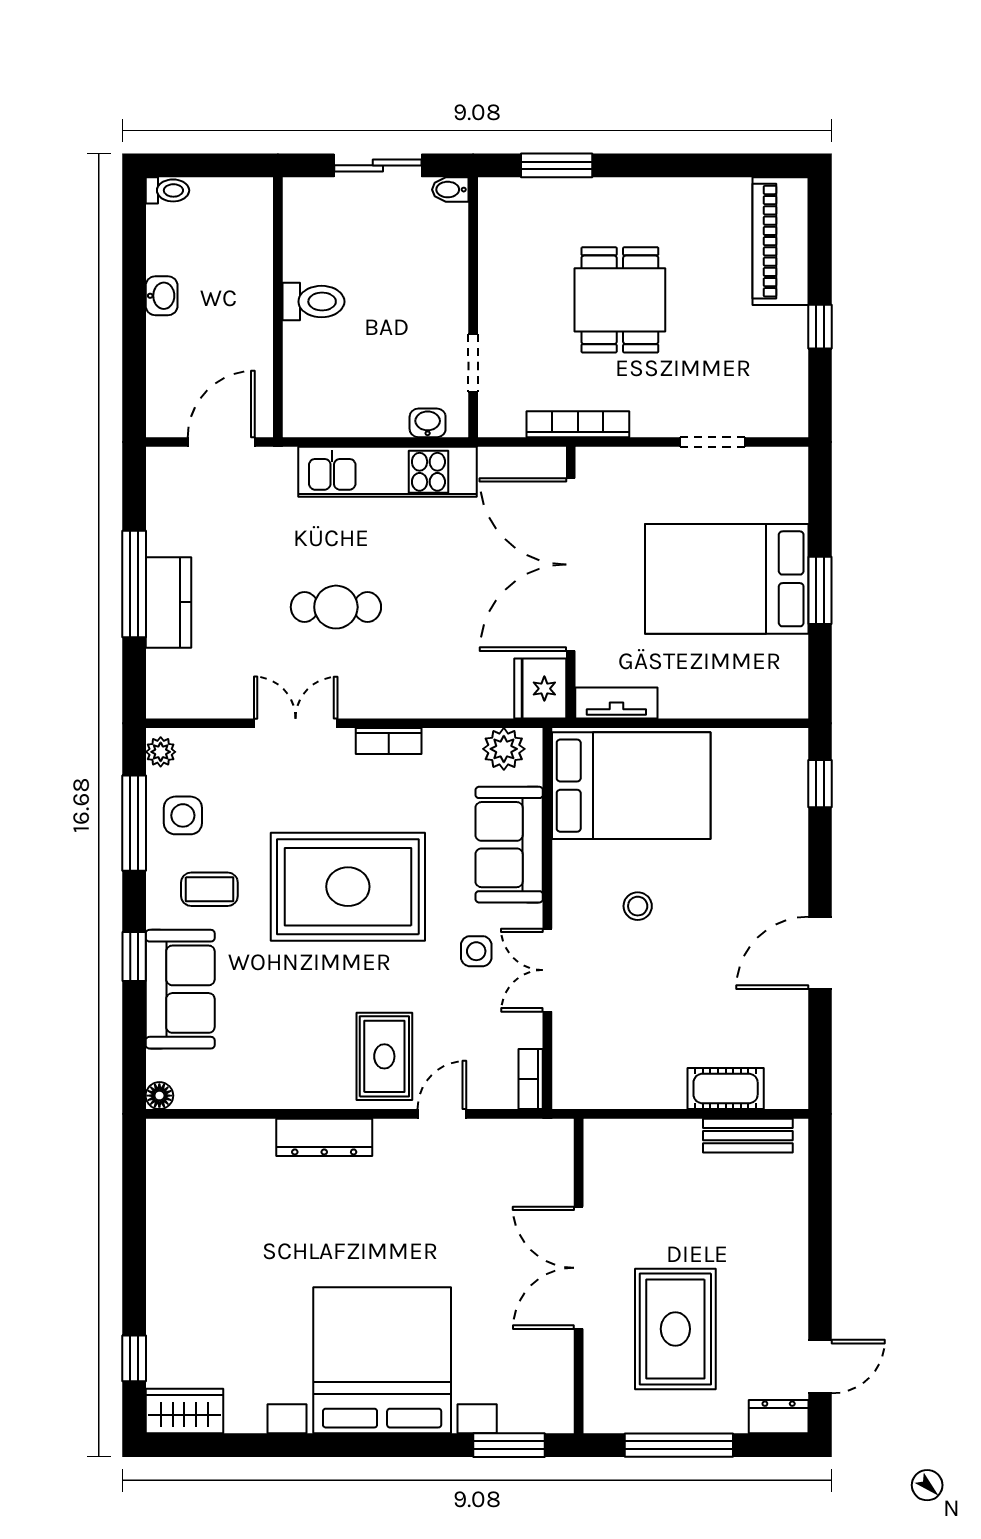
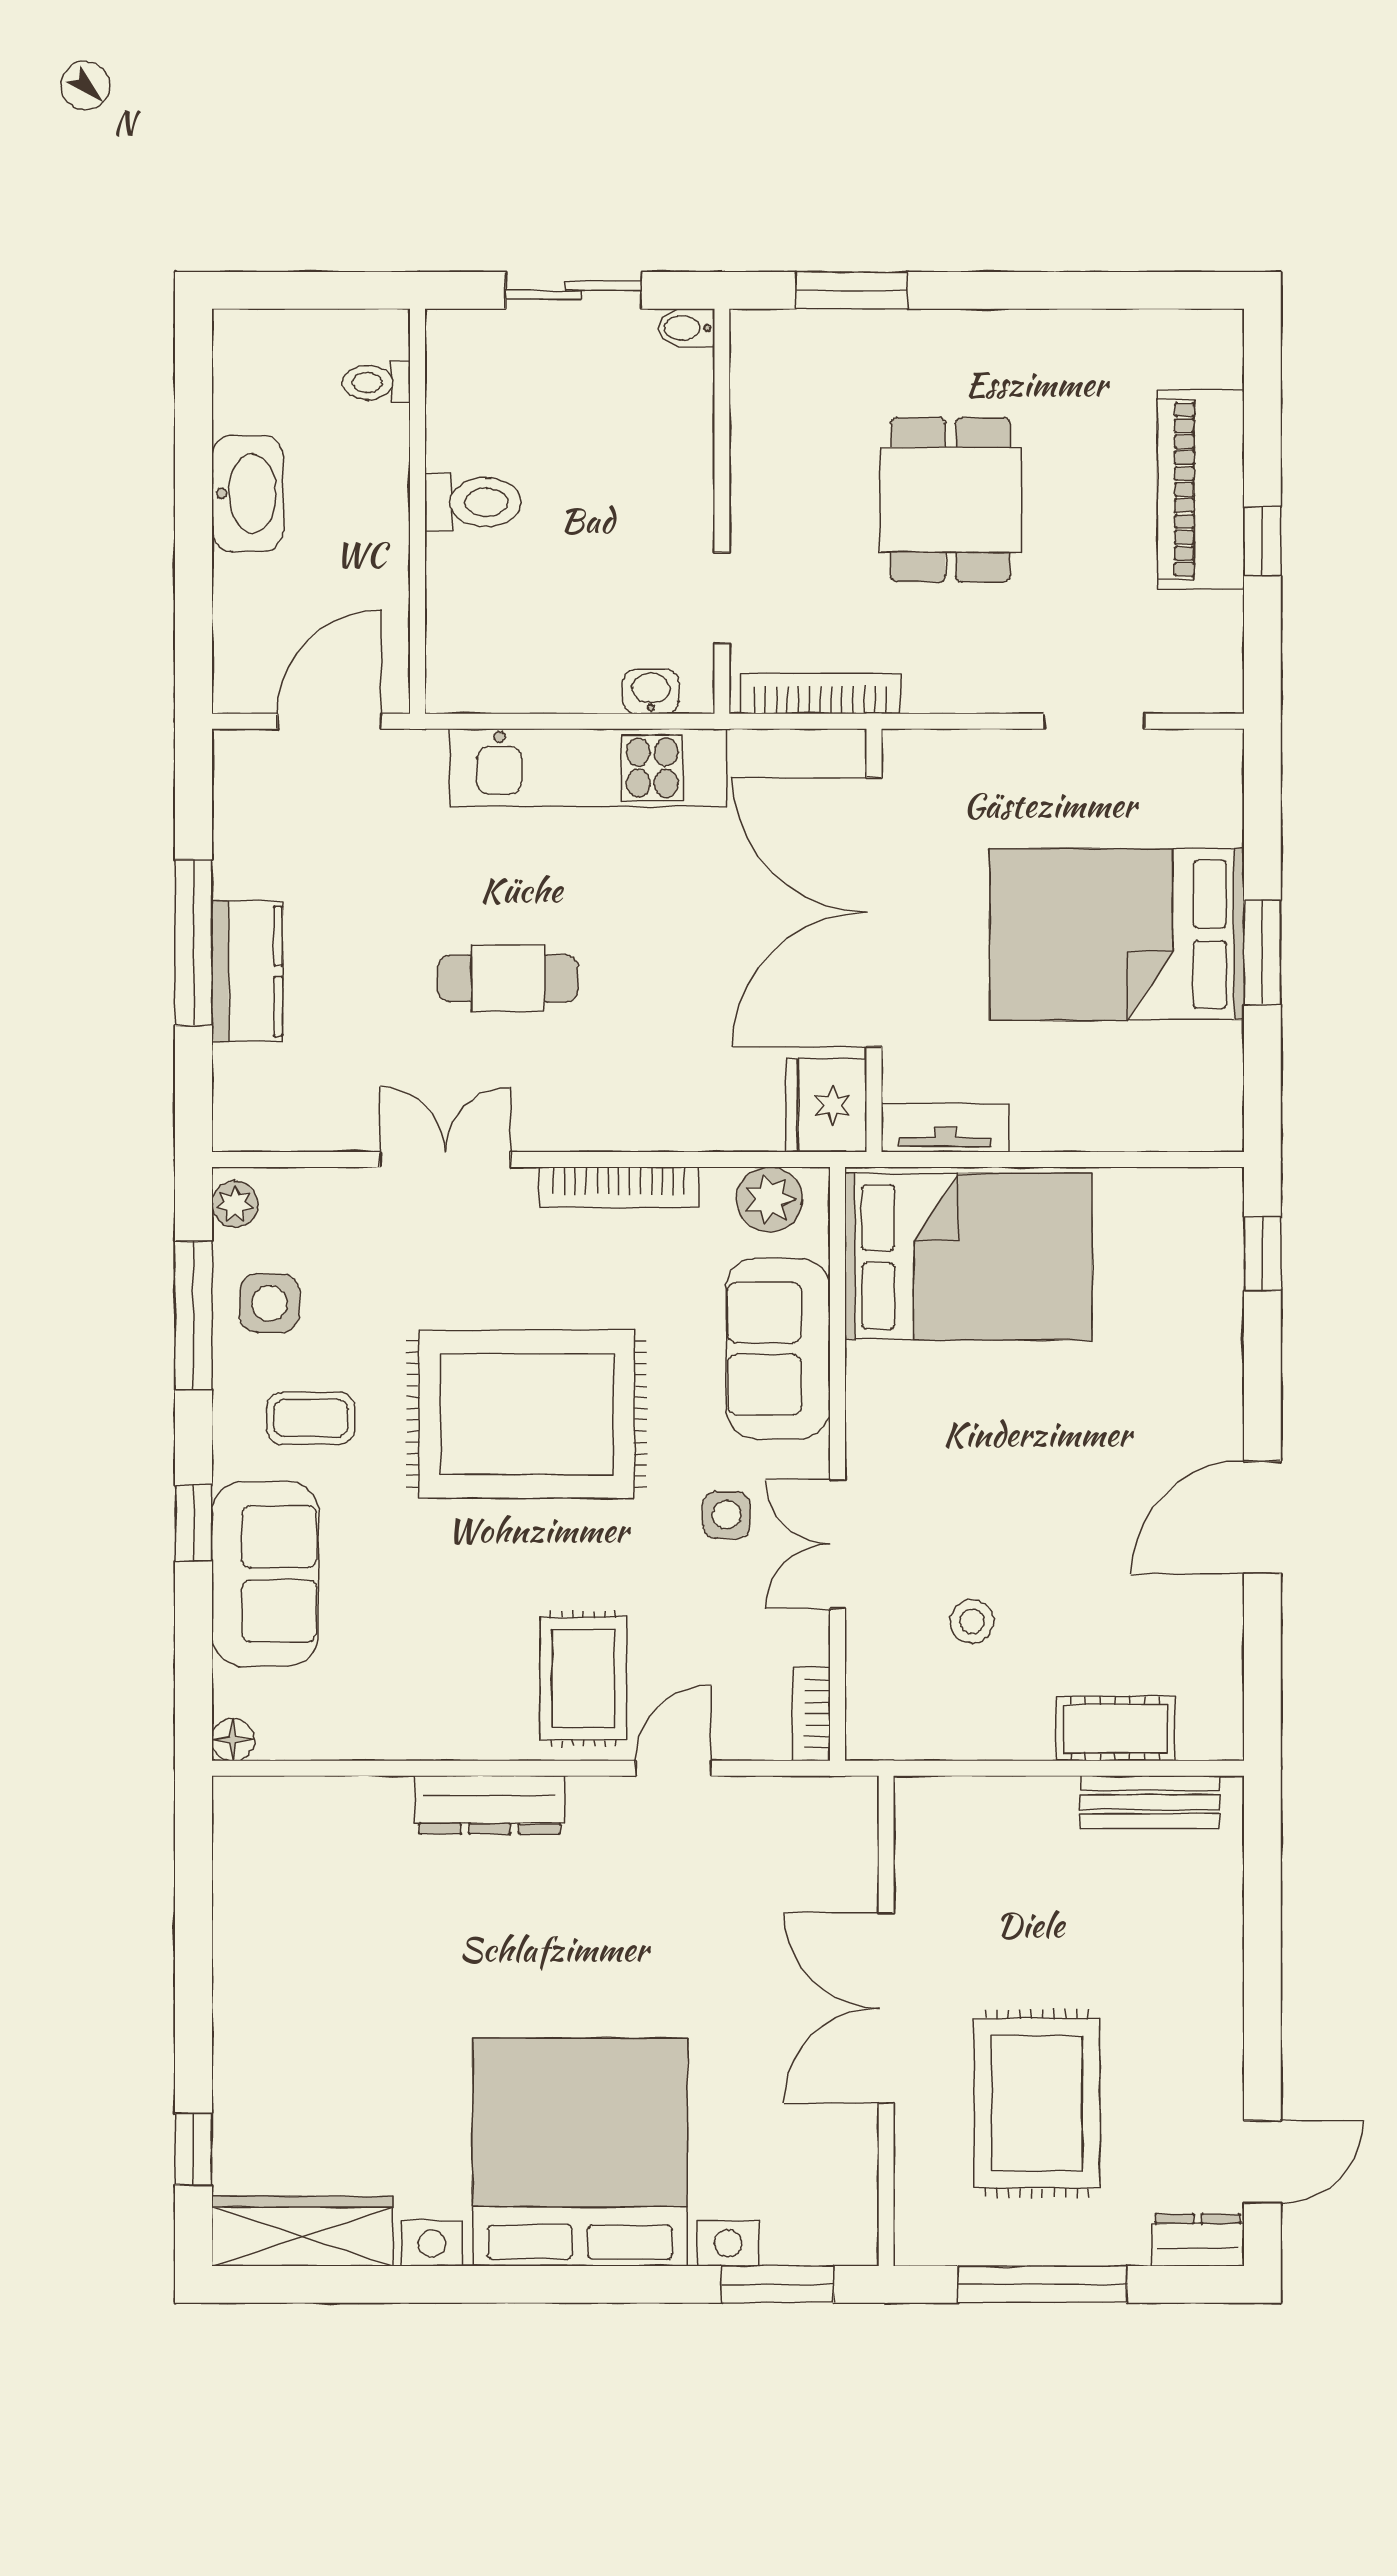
toilet: (167, 190) -> (377, 383), moved, turned 180
piano: (781, 241) -> (1201, 490), moved
washbasin: (162, 296) -> (247, 493), width x1.91, depth x1.45
bookcase: (578, 424) -> (820, 694), moved
bookcase: (389, 741) -> (619, 1187), width x1.56
stool: (638, 906) -> (972, 1621), moved
wardrobe: (184, 1411) -> (302, 2231), width x1.50

